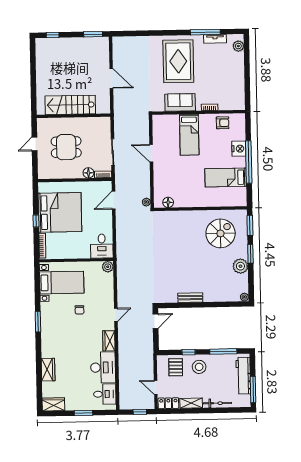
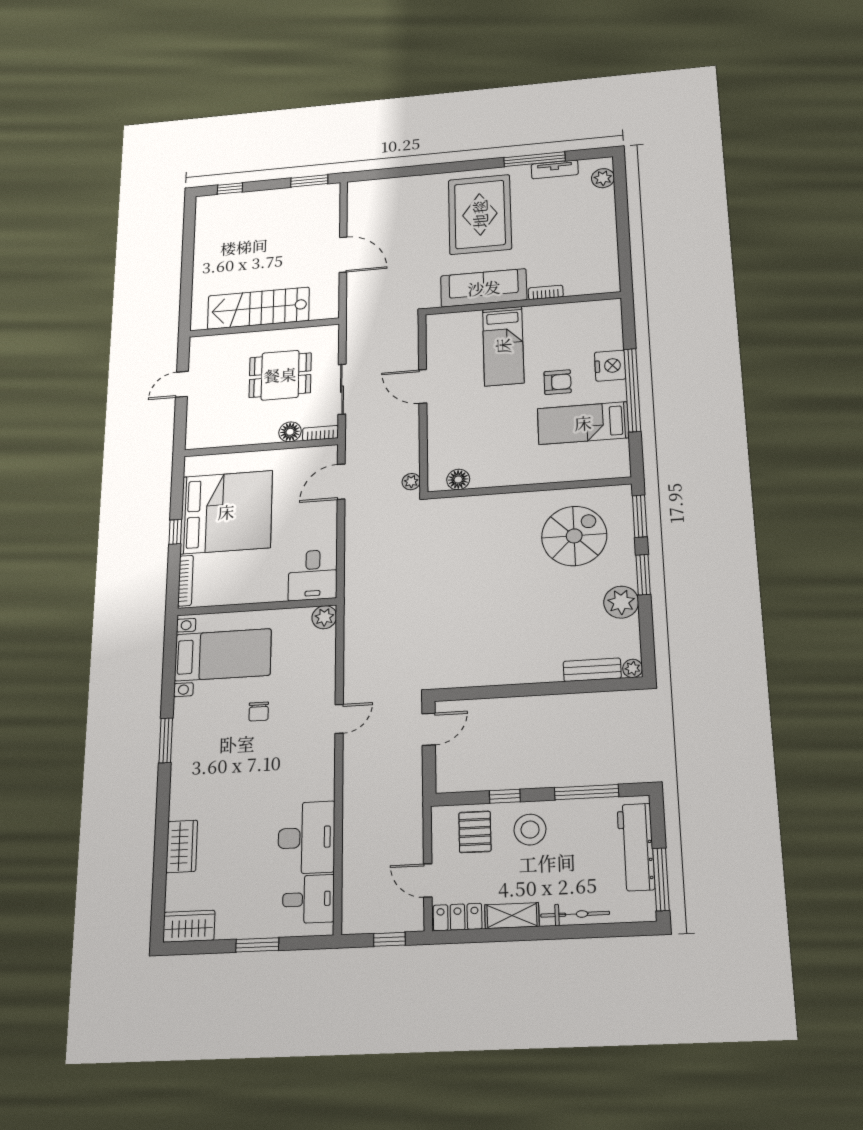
sofa: (180, 102) -> (484, 288), width x1.36
armchair: (223, 123) -> (558, 382), moved
dining table: (66, 147) -> (280, 375), moved
bench: (190, 298) -> (592, 670), moved
wardrobe: (109, 341) -> (322, 777), removed

